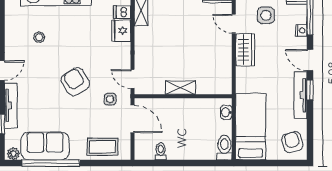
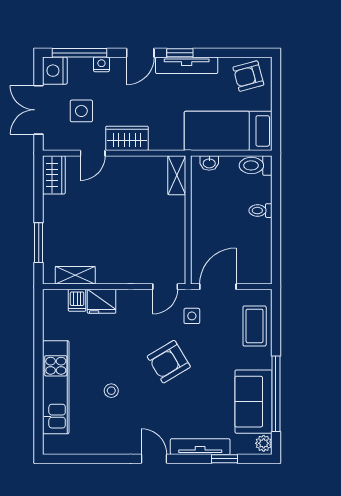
stool: (39, 37) -> (111, 391), moved
shelving: (180, 88) -> (177, 175), moved
toilet: (161, 151) -> (260, 211), moved

